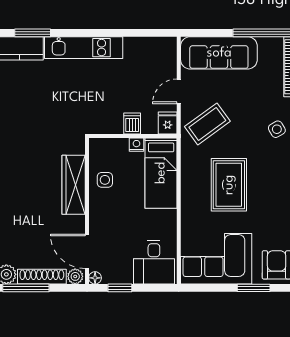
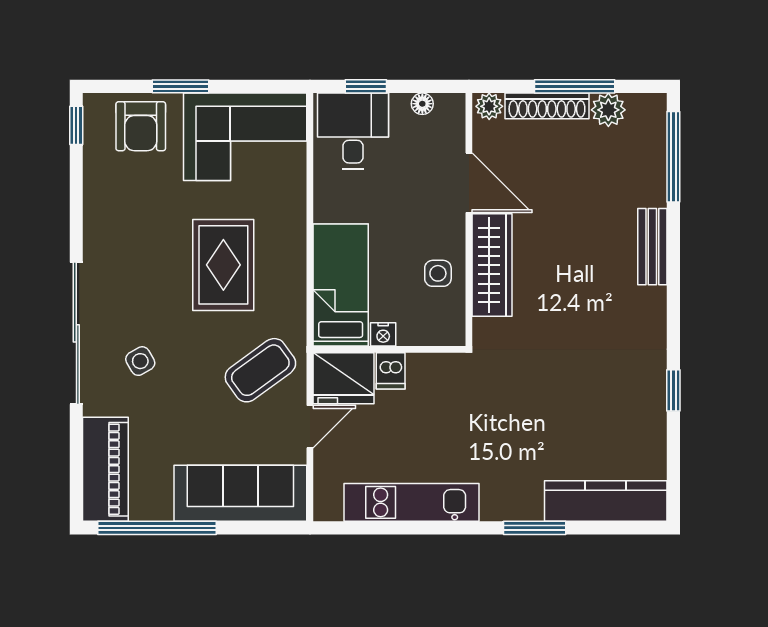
window: (33, 33) -> (535, 528), moved
kitchen unit: (84, 48) -> (412, 502), moved
fridge: (168, 123) -> (343, 378), width x1.88, depth x1.34
door: (87, 251) -> (469, 183), moved
floor lamp: (95, 278) -> (422, 104), moved
window: (120, 288) -> (366, 86), moved

